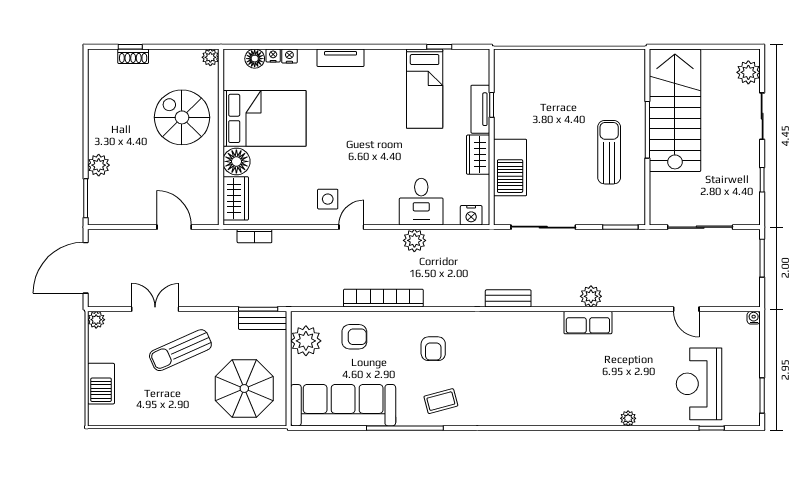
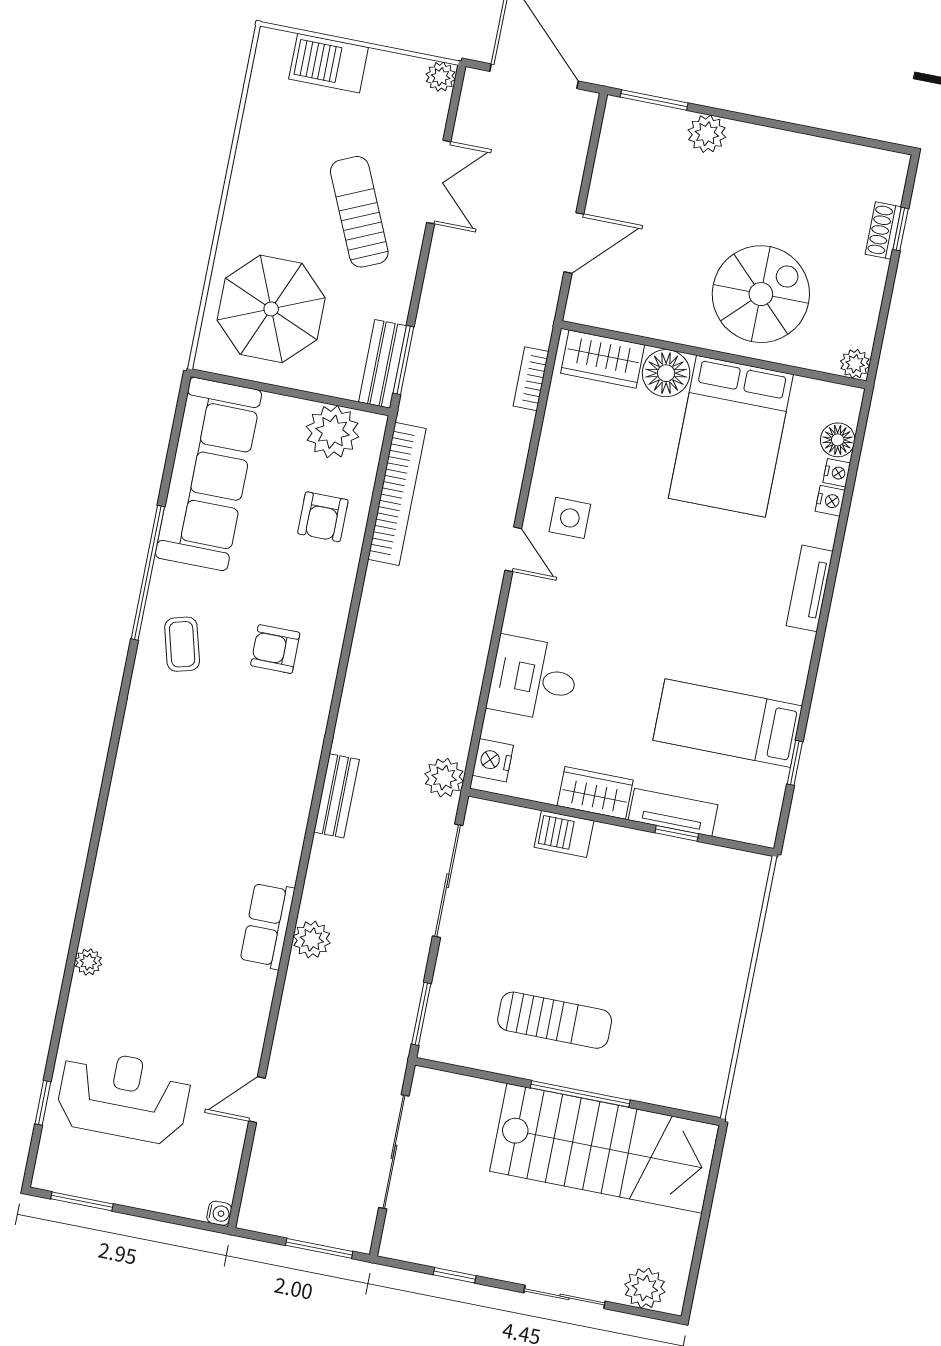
barbecue: (510, 167) -> (564, 834), width x0.53, depth x0.65
plant: (414, 240) -> (444, 778), moved
bookcase: (383, 298) -> (397, 494), moved

